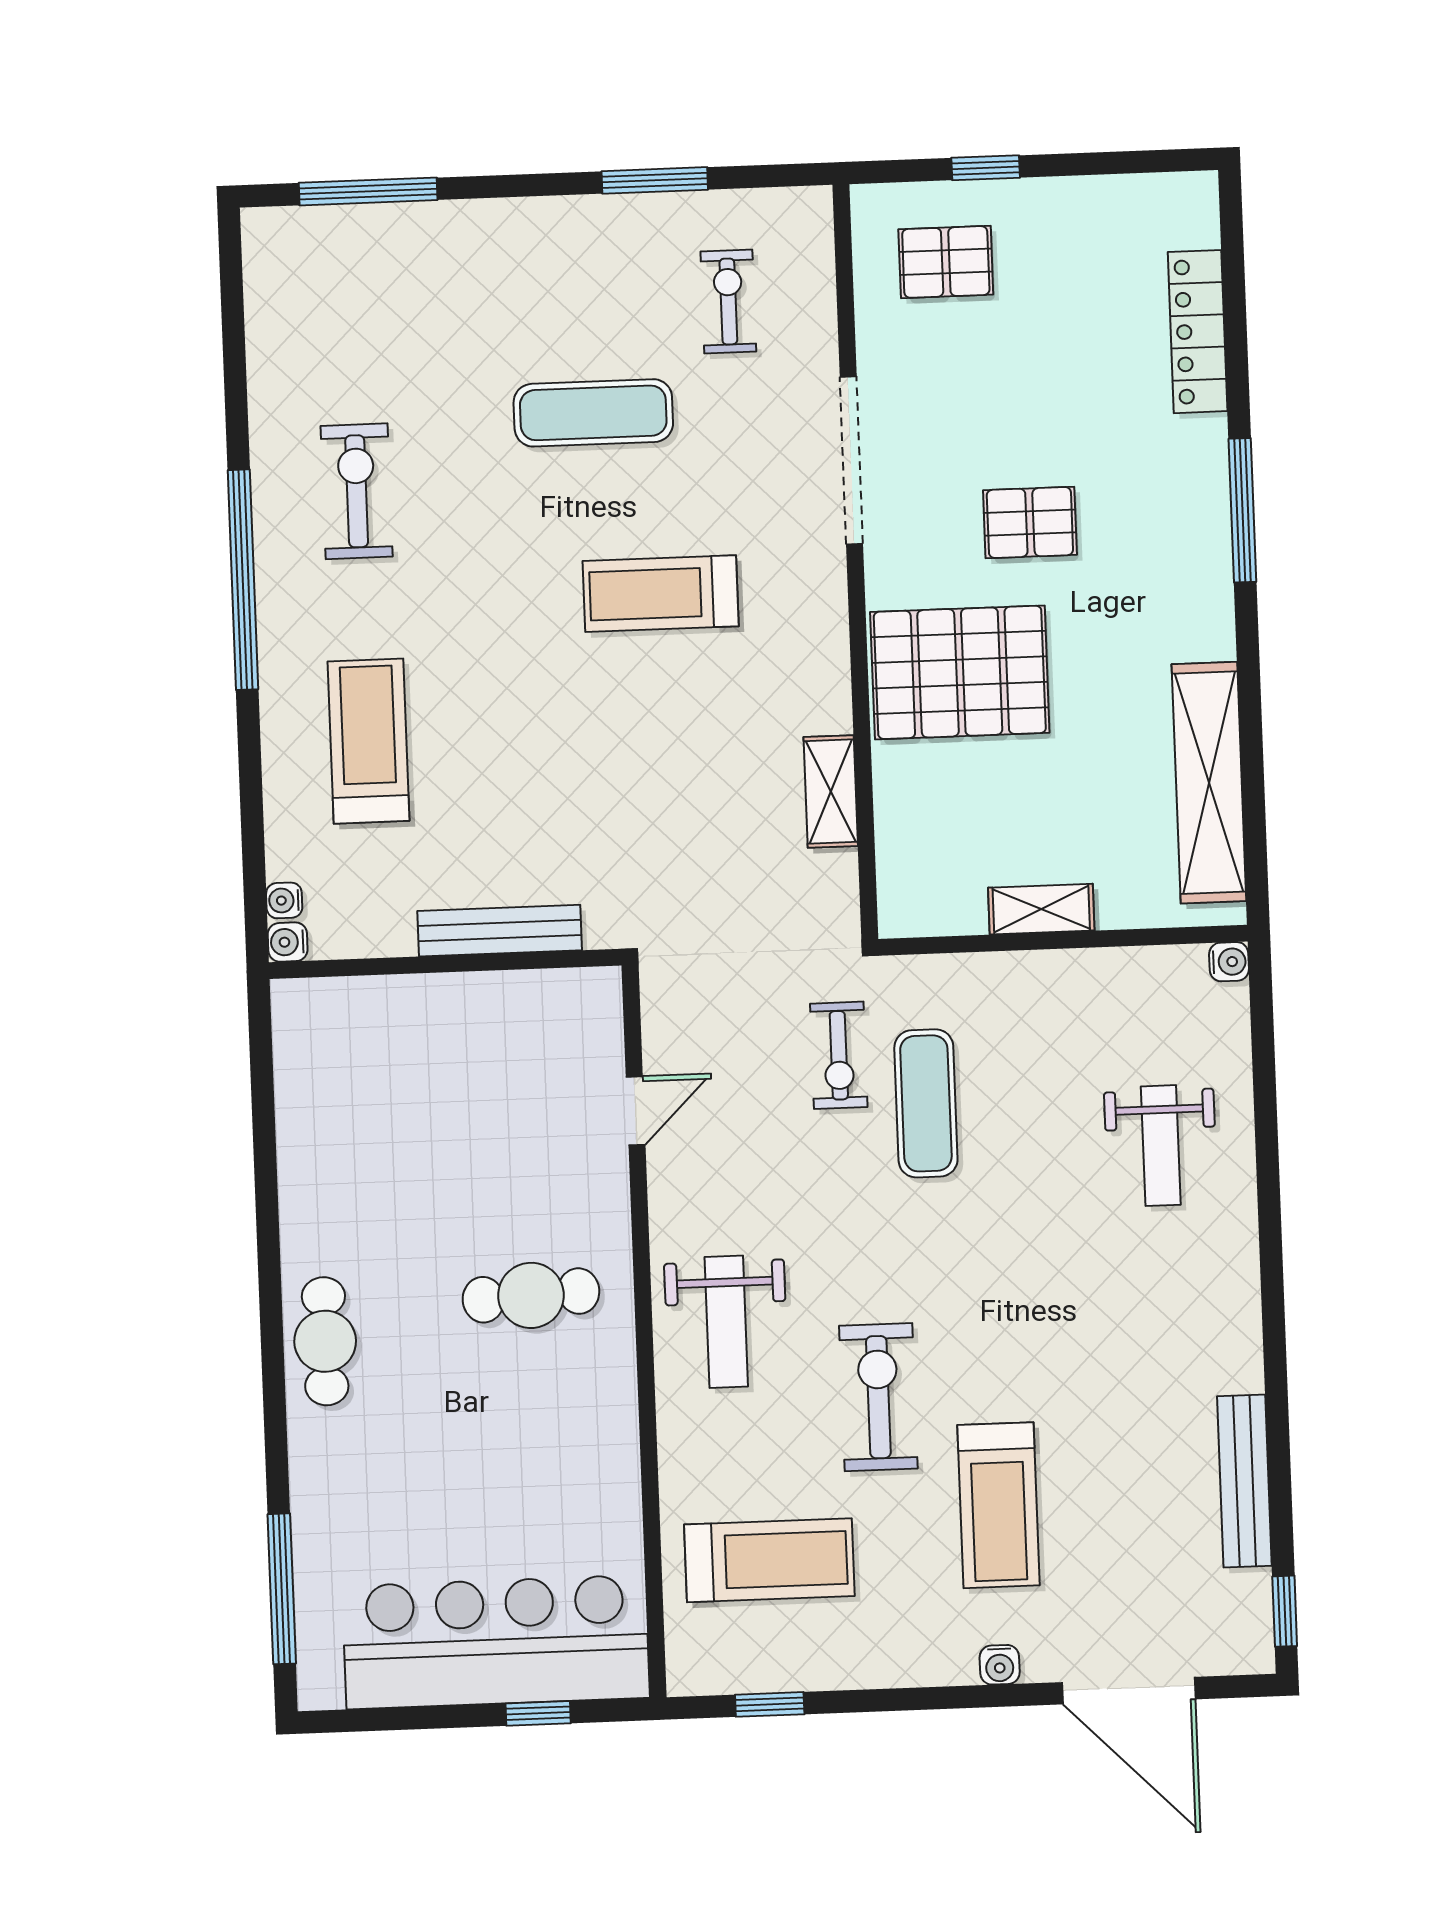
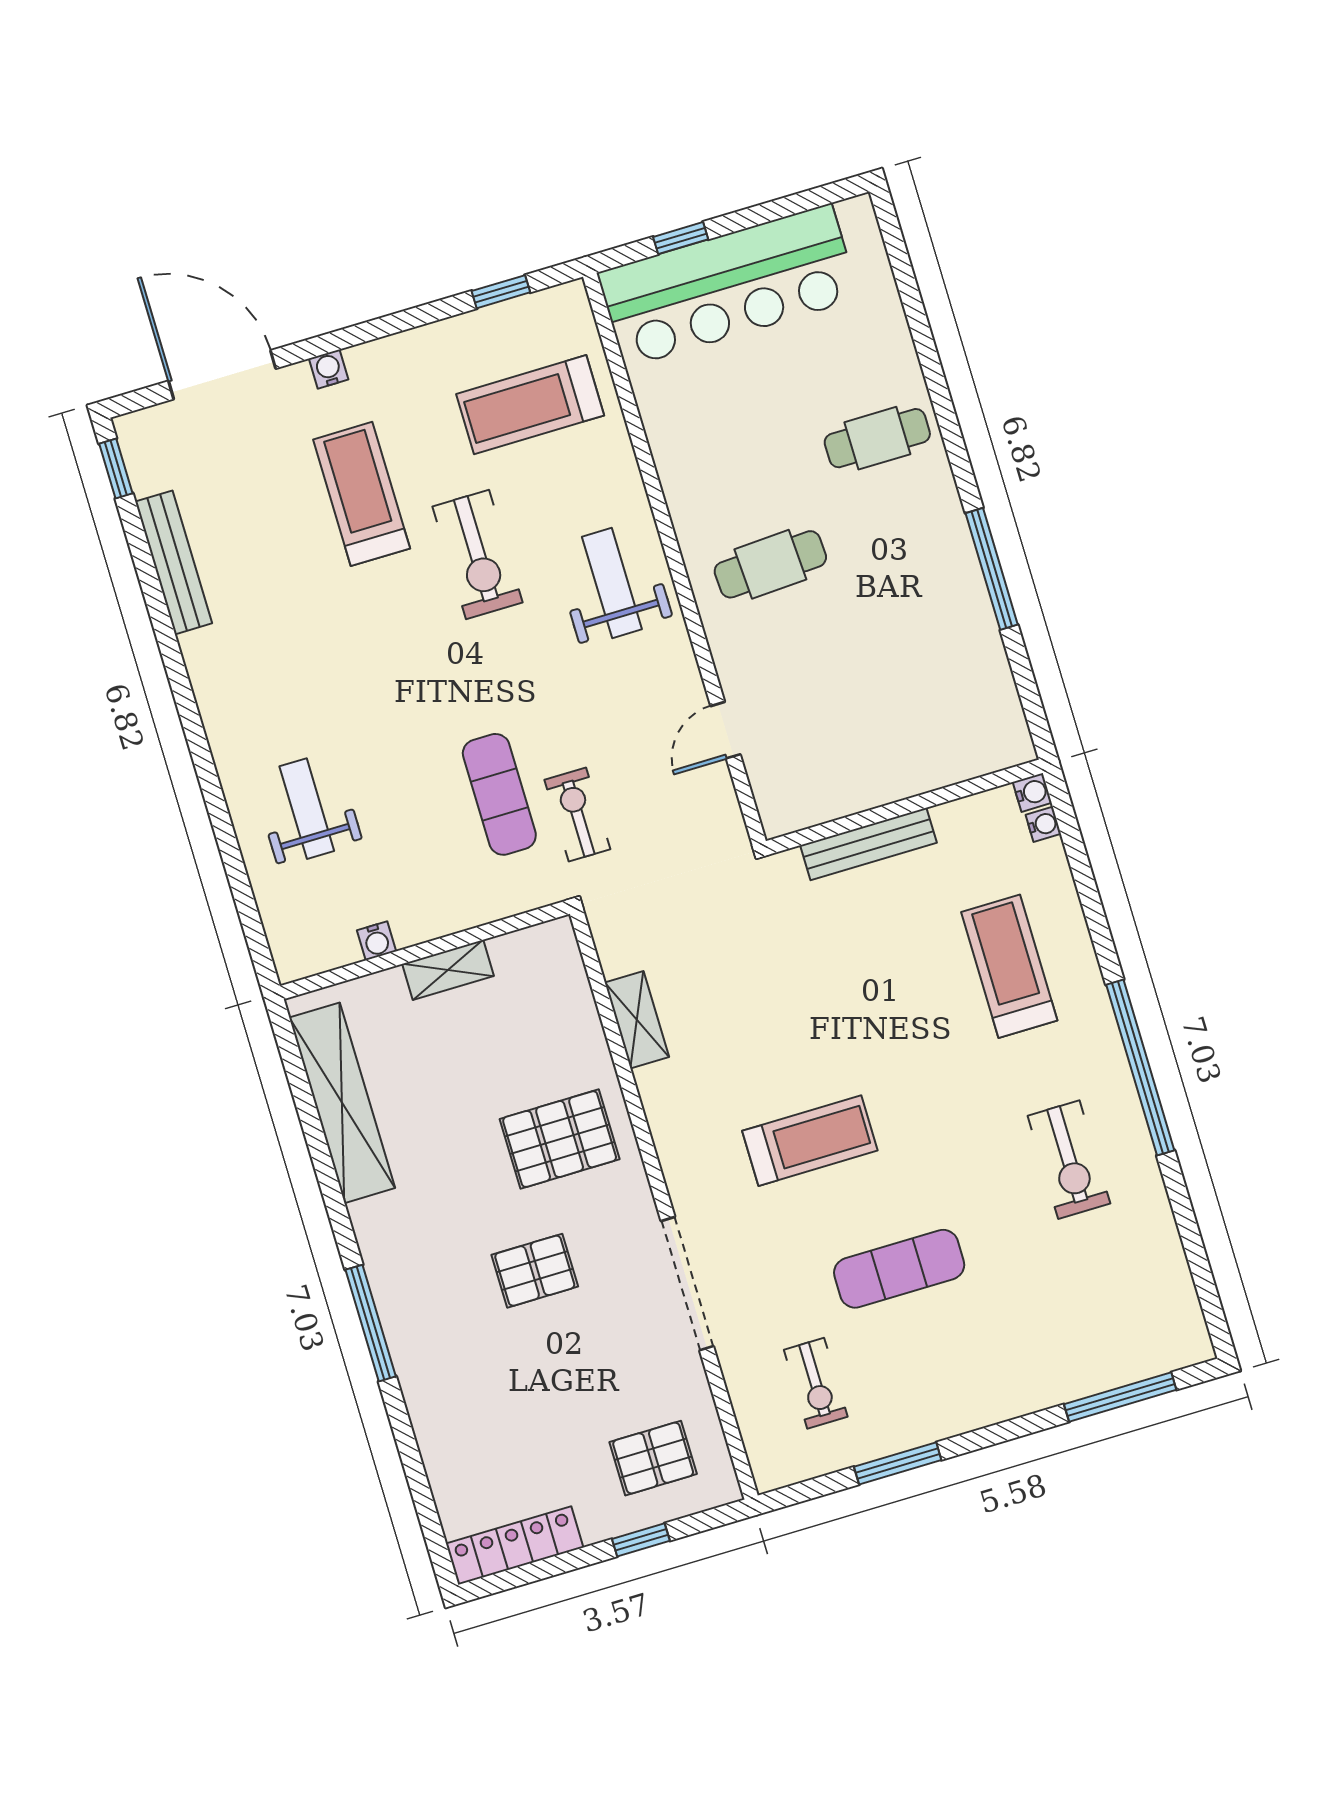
locker: (1198, 332) -> (515, 1546), moved, turned -90
pallet: (960, 672) -> (560, 1139), width x0.73, depth x0.71
treadmill: (369, 741) -> (1009, 966), turned 180
water cooler: (1229, 962) -> (376, 941), moved, turned -90
cafe table: (325, 1341) -> (877, 438), moved, turned 90
window: (282, 1589) -> (992, 569), moved

